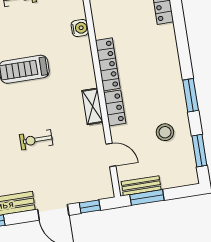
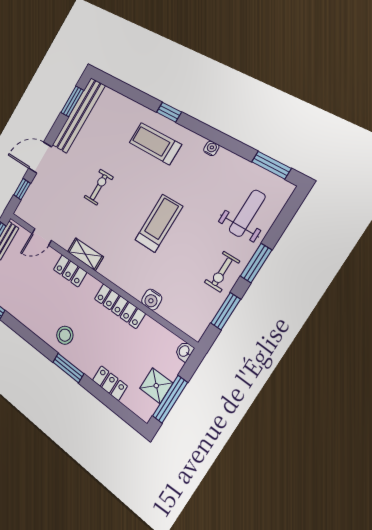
locker: (108, 64) -> (120, 306), moved
window: (191, 95) -> (68, 368), moved
stool: (165, 132) -> (65, 335), moved

